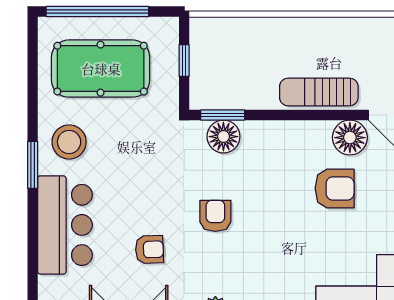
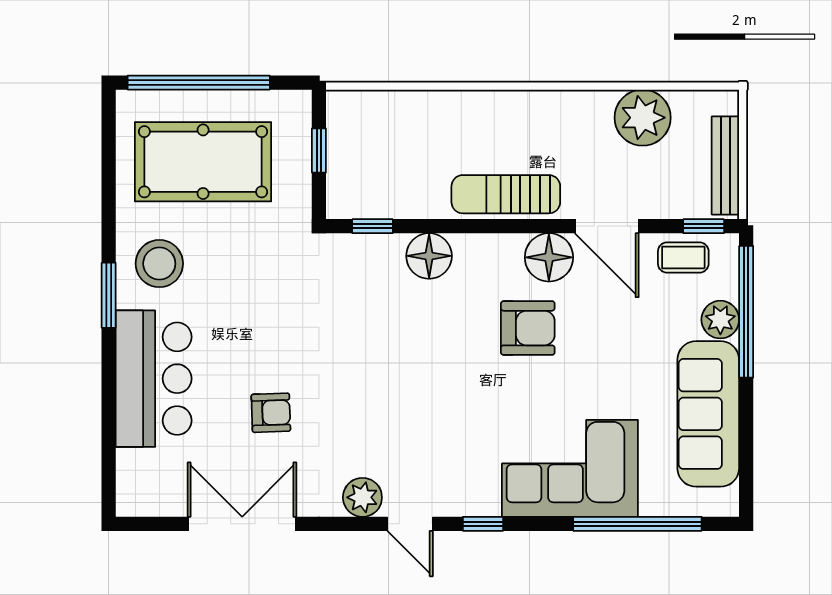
window: (223, 115) -> (372, 226), width x0.67
floor lamp: (223, 137) -> (429, 256), moved
armchair: (215, 216) -> (362, 366), removed

